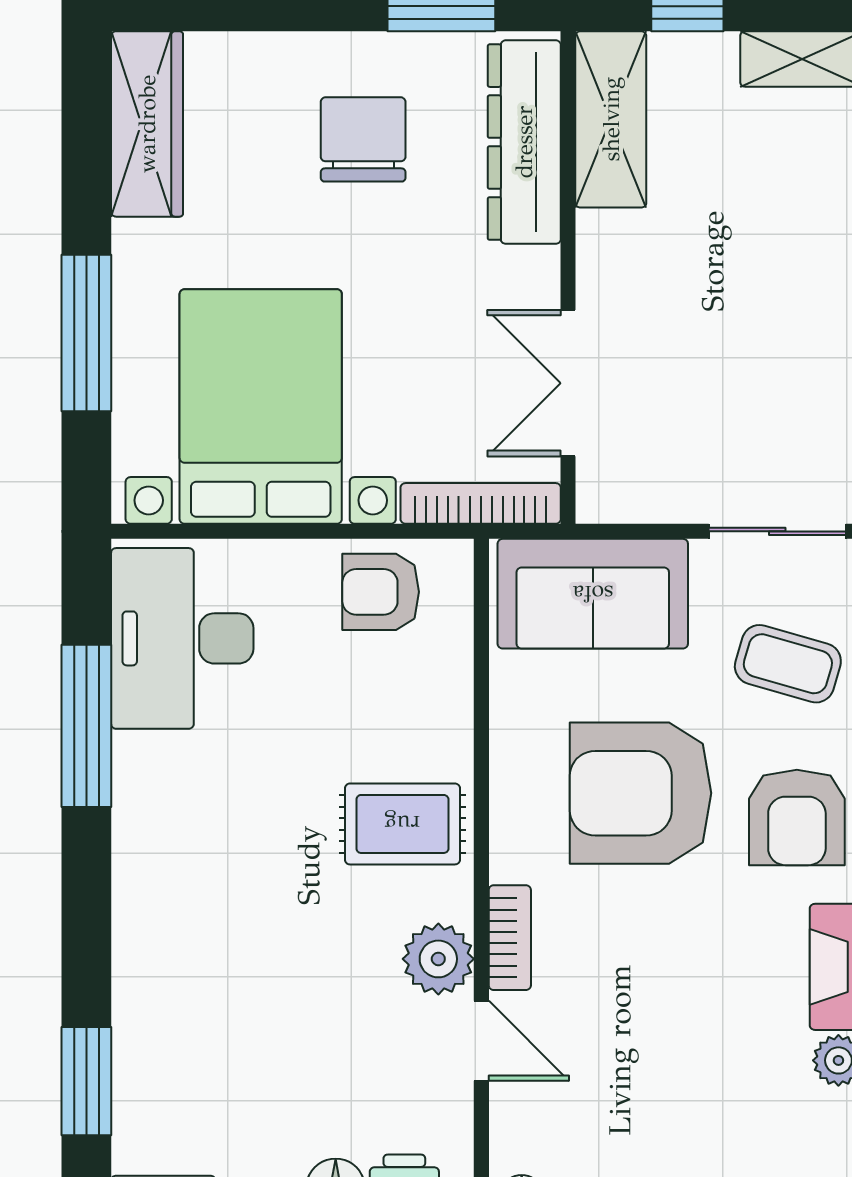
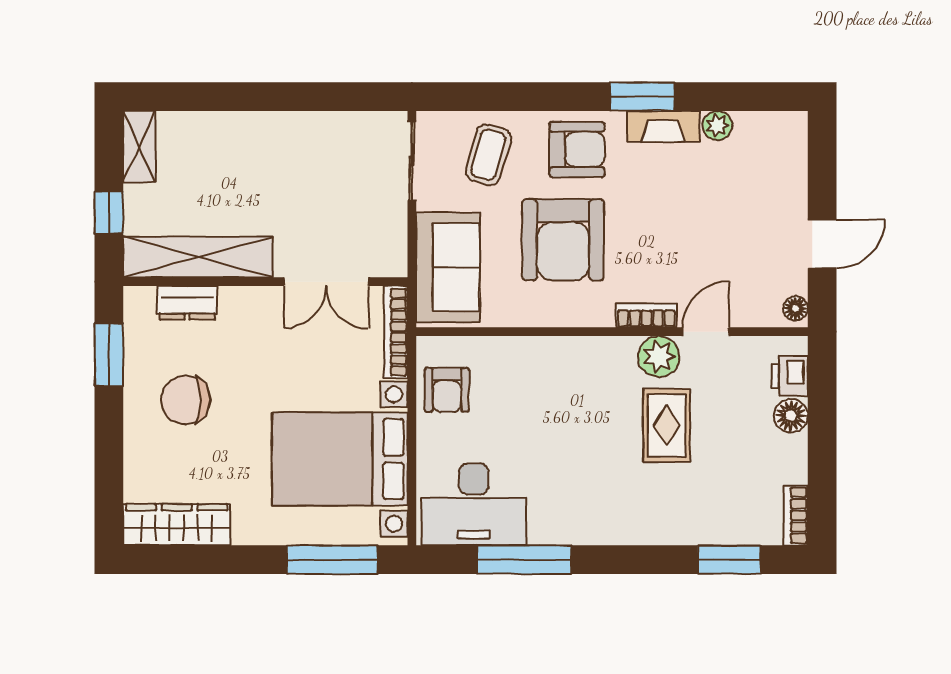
shelving: (611, 119) -> (198, 257), width x1.47
dresser: (524, 142) -> (187, 303), width x0.51, depth x0.80
window: (86, 333) -> (332, 560), moved
rug: (402, 824) -> (667, 426), moved

